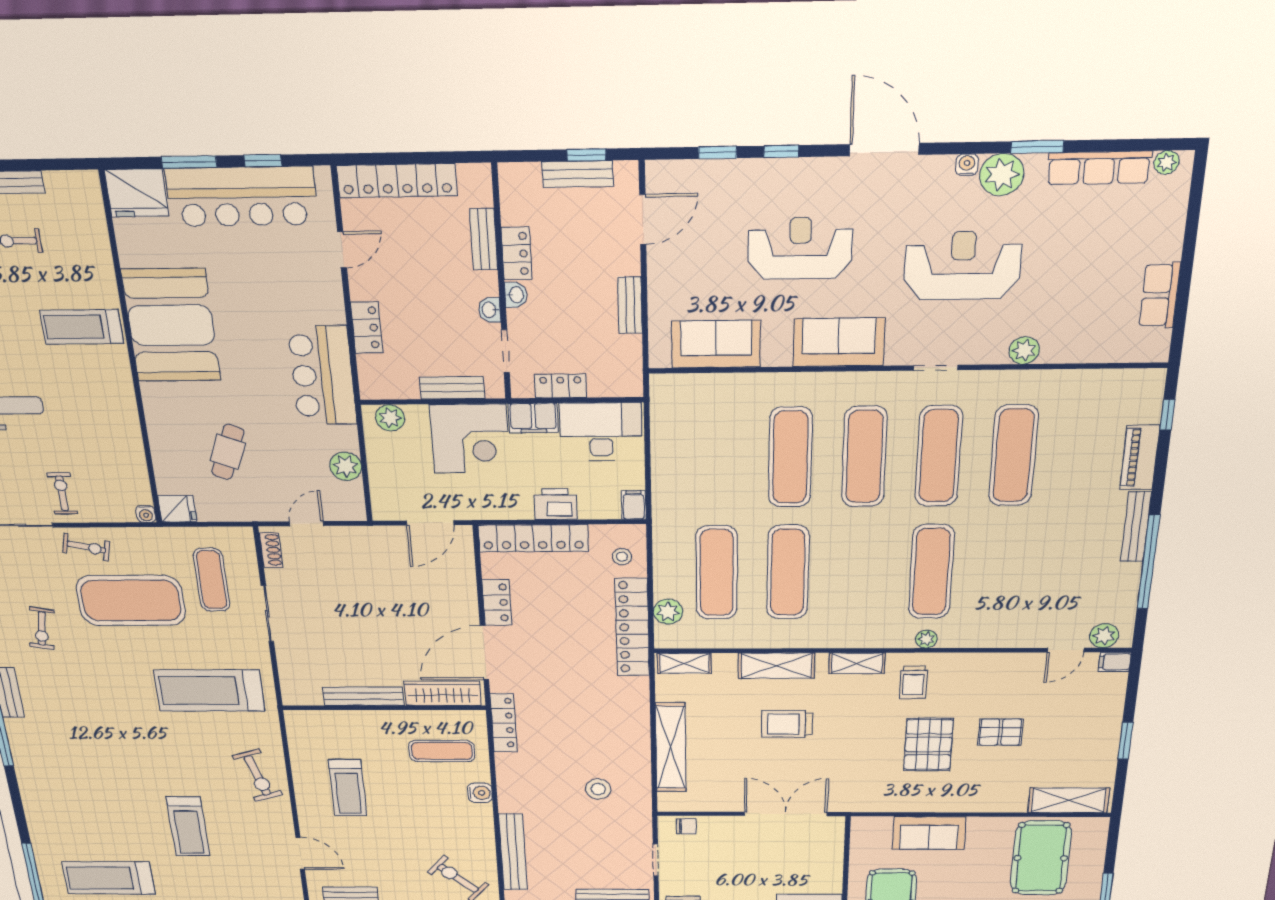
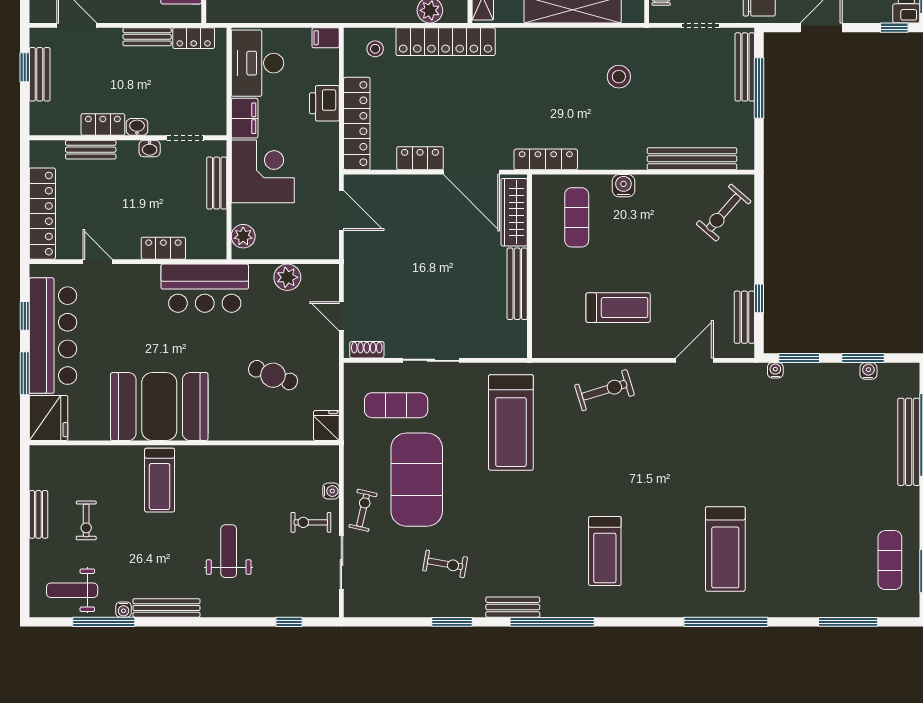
locker: (561, 386) -> (194, 38), moved, turned -90
water cooler: (146, 514) -> (331, 491), moved
treadmill: (188, 826) -> (605, 551), moved, turned 90

